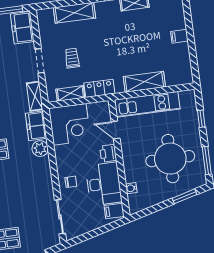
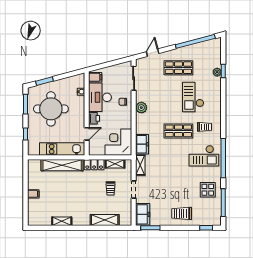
shelving: (144, 82) -> (62, 165), width x1.47
door: (116, 130) -> (87, 134), hinge flipped
plant: (40, 149) -> (141, 108), moved

